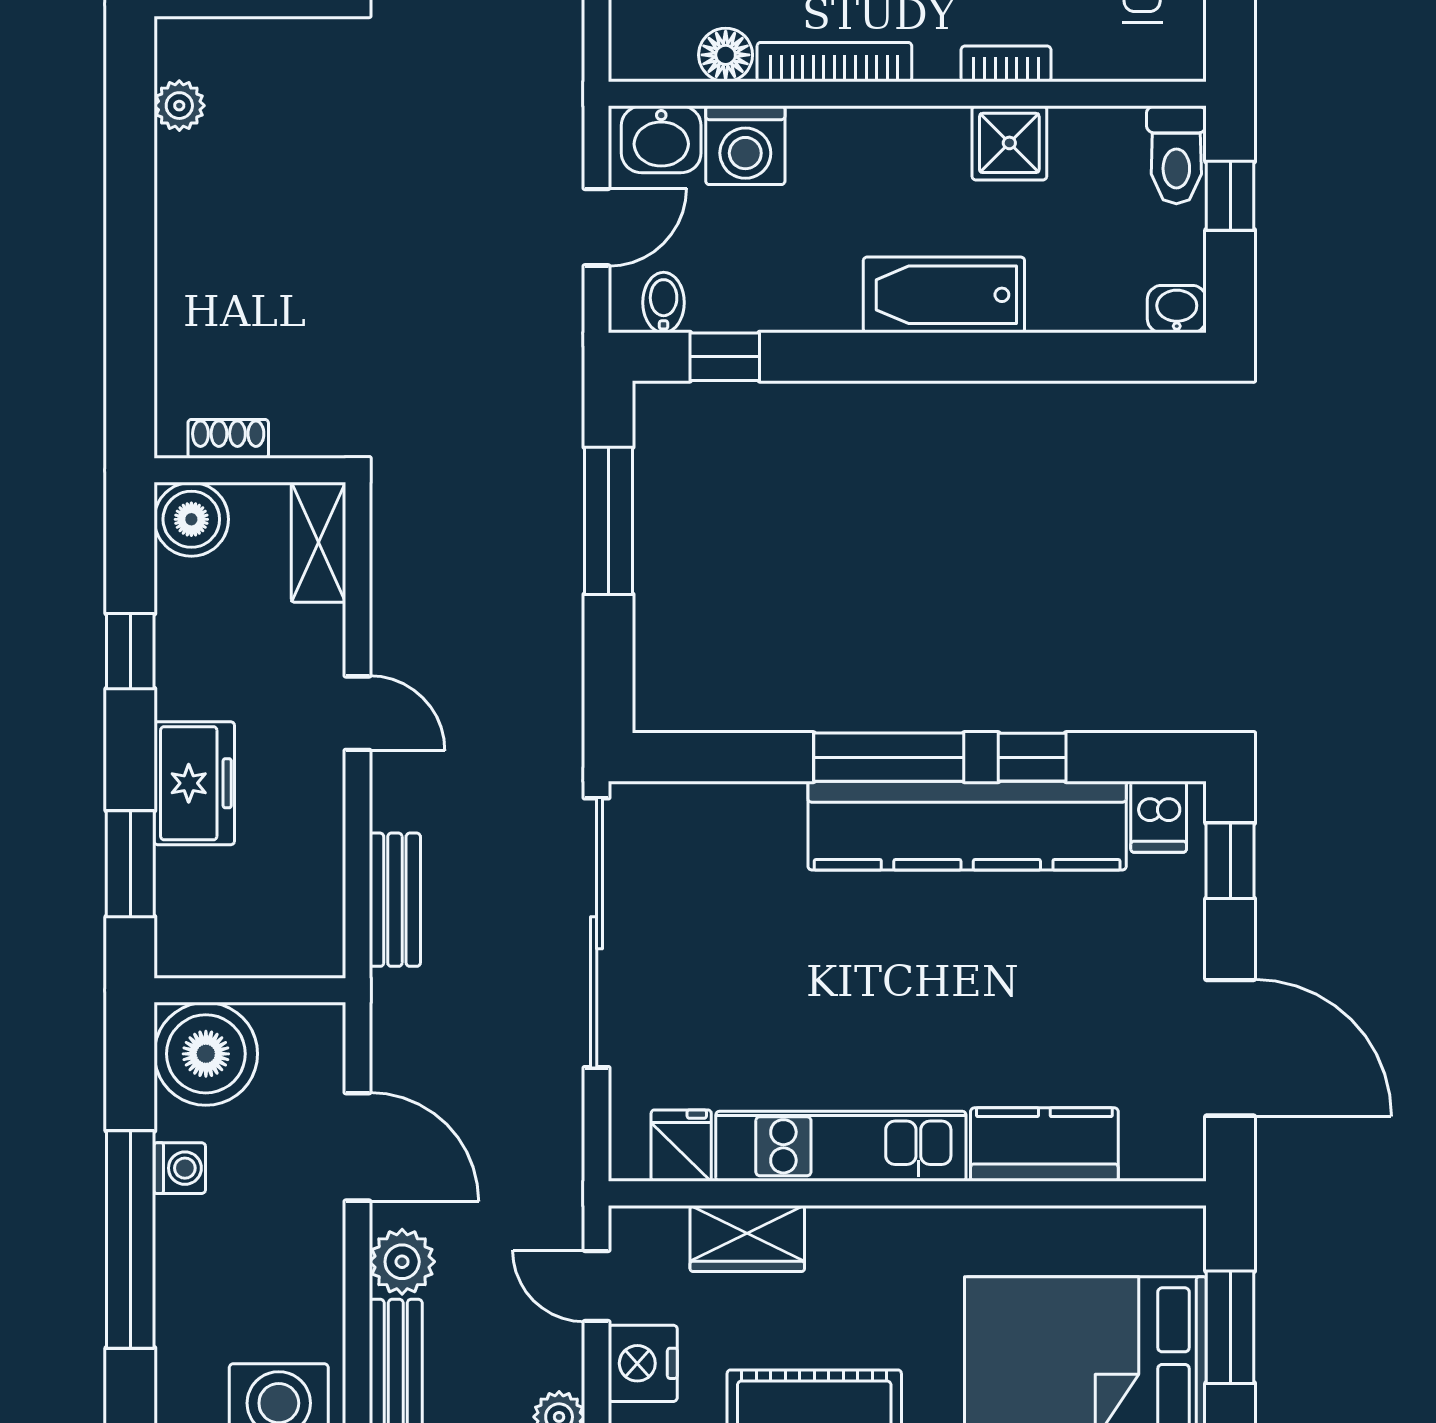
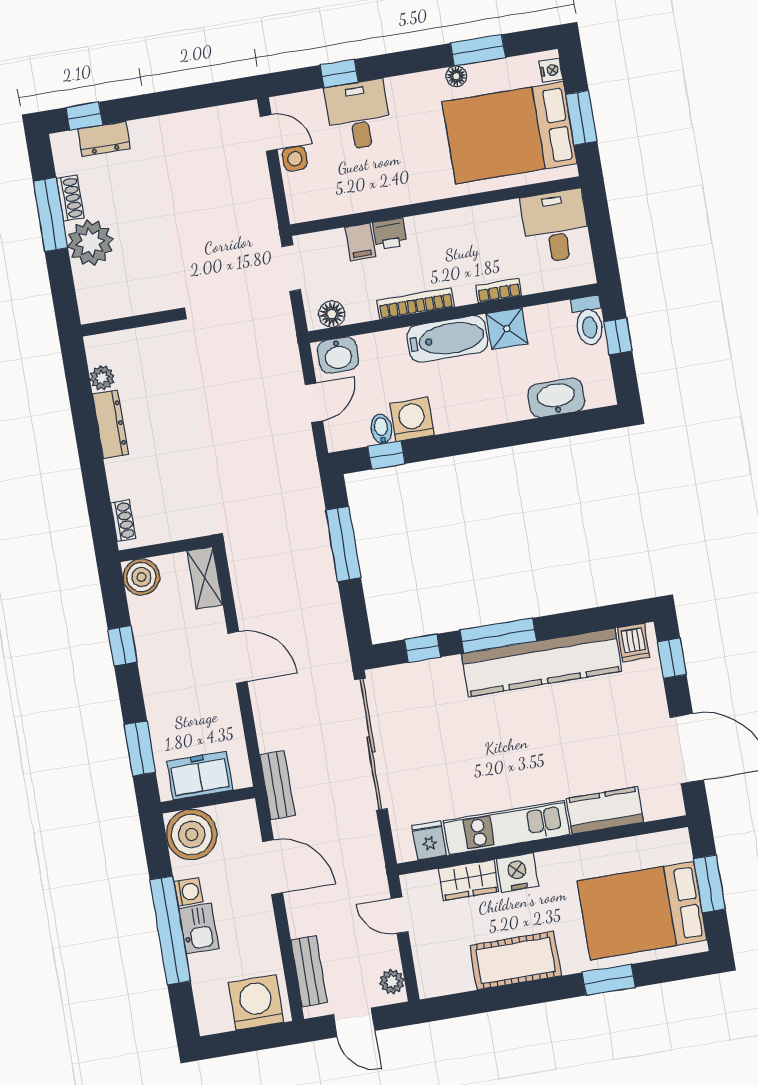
floor lamp: (726, 55) -> (332, 314), moved
washing machine: (745, 145) -> (412, 419), moved, turned 180
dresser: (180, 202) -> (110, 424), added
bathtub: (944, 295) -> (448, 339), moved, turned 180
bidet: (664, 303) -> (381, 429), moved
washbasin: (1177, 309) -> (556, 398), moved, width x1.91, depth x1.45
shoe rack: (228, 439) -> (123, 521), moved, turned 90
door: (357, 713) -> (237, 657), width x1.38
window: (1032, 757) -> (422, 648), moved
freezer: (194, 783) -> (200, 776), moved, turned -90
bench: (395, 900) -> (277, 785), moved
kitchen sink: (188, 1245) -> (199, 929), added
plant: (402, 1262) -> (303, 919), removed
nightstand: (643, 1363) -> (517, 872), moved, turned 90

